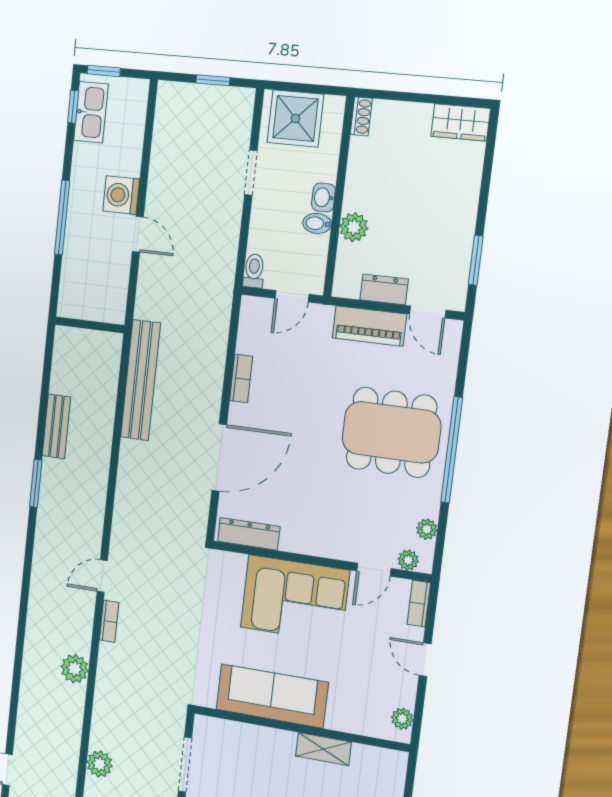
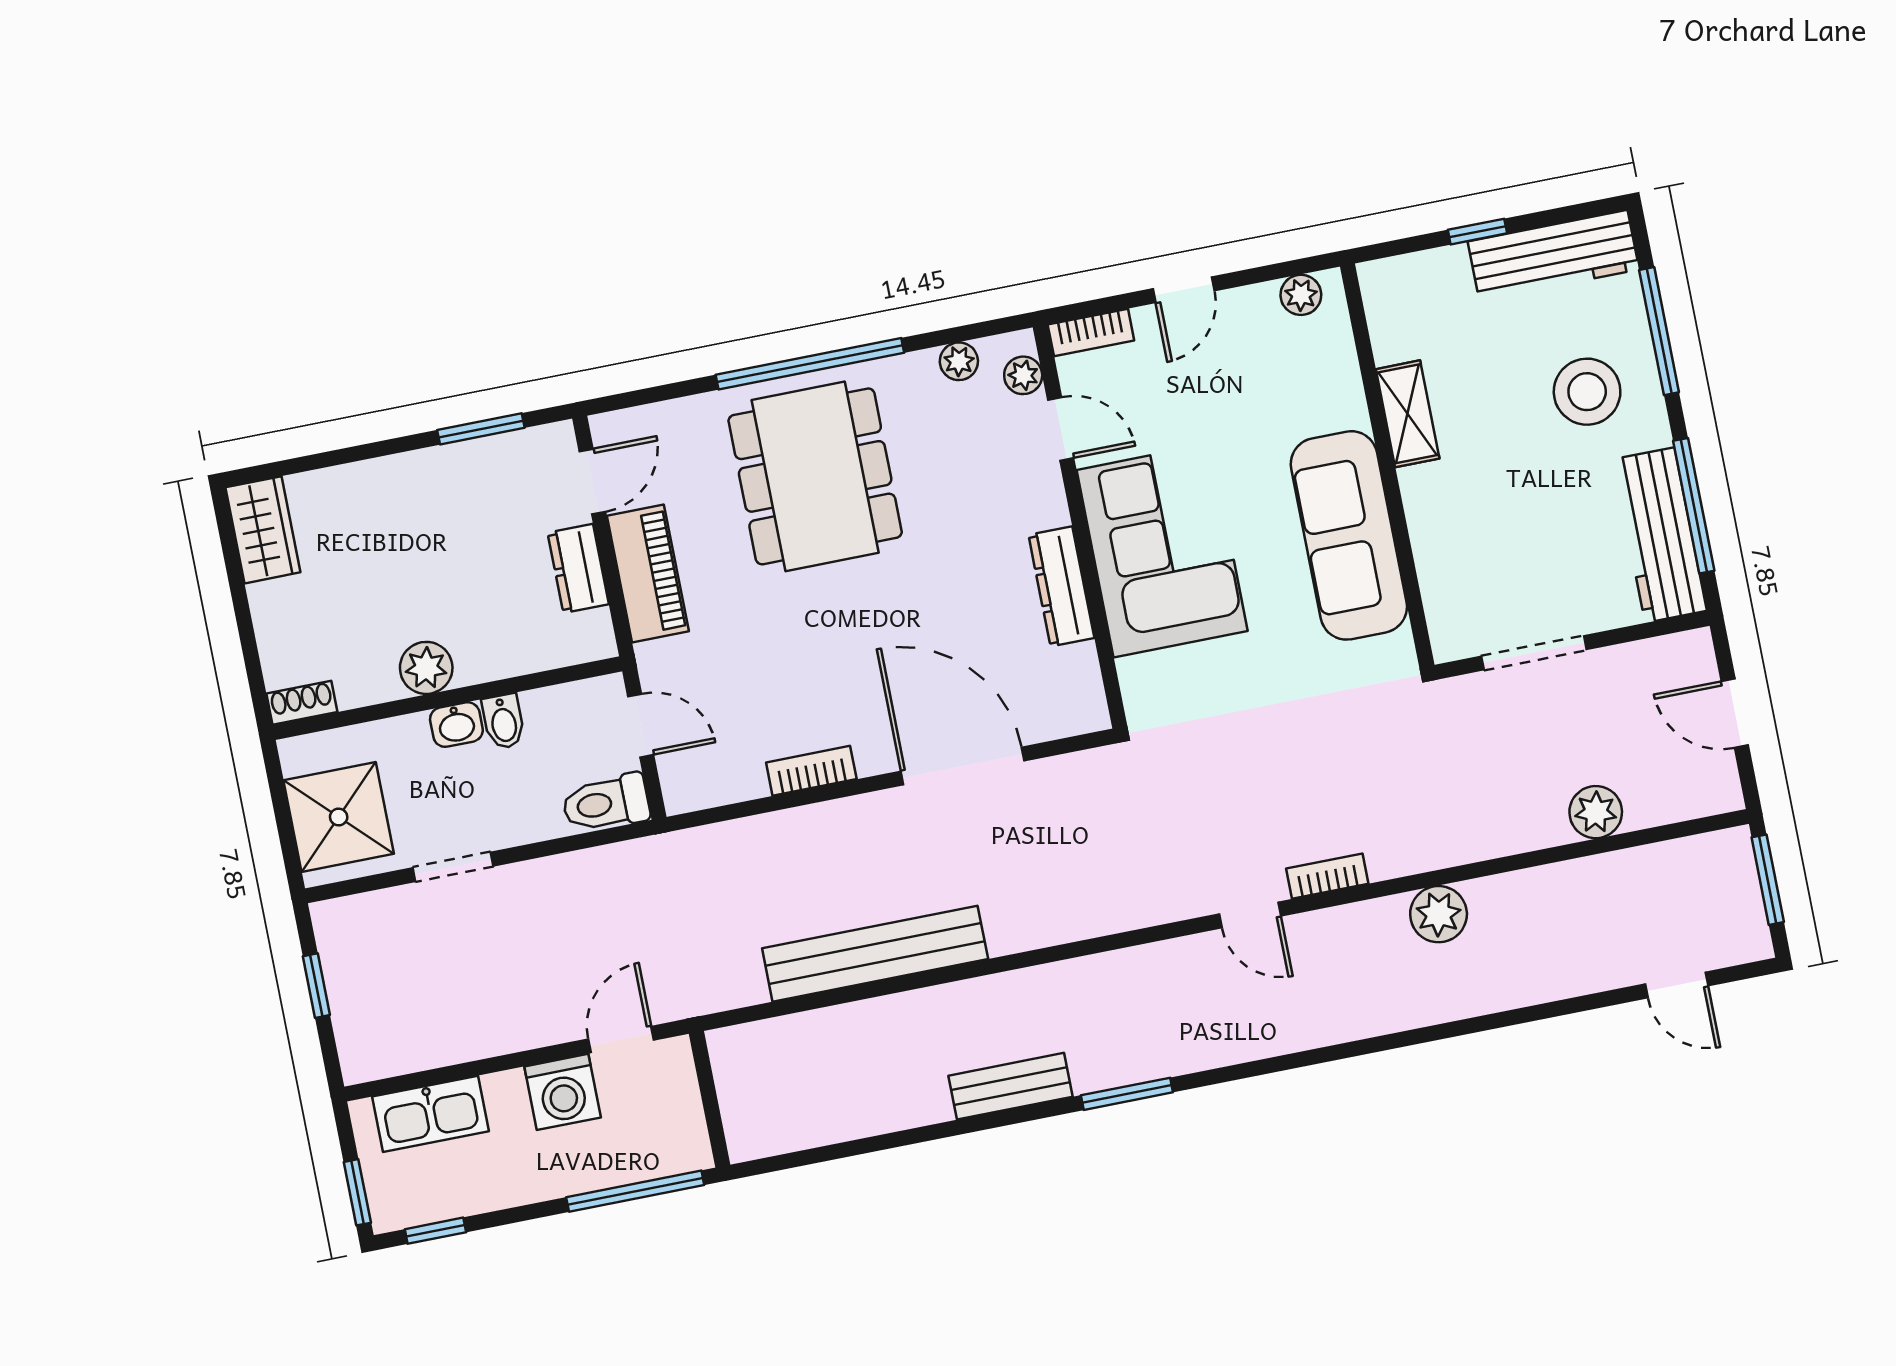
kitchen sink: (91, 112) -> (430, 1114), moved, turned 180
plant: (354, 227) -> (426, 668), moved
toilet: (254, 271) -> (606, 803), width x1.37, depth x1.39
wall: (90, 325) -> (710, 1099), moved
dresser: (249, 534) -> (1061, 586), moved

